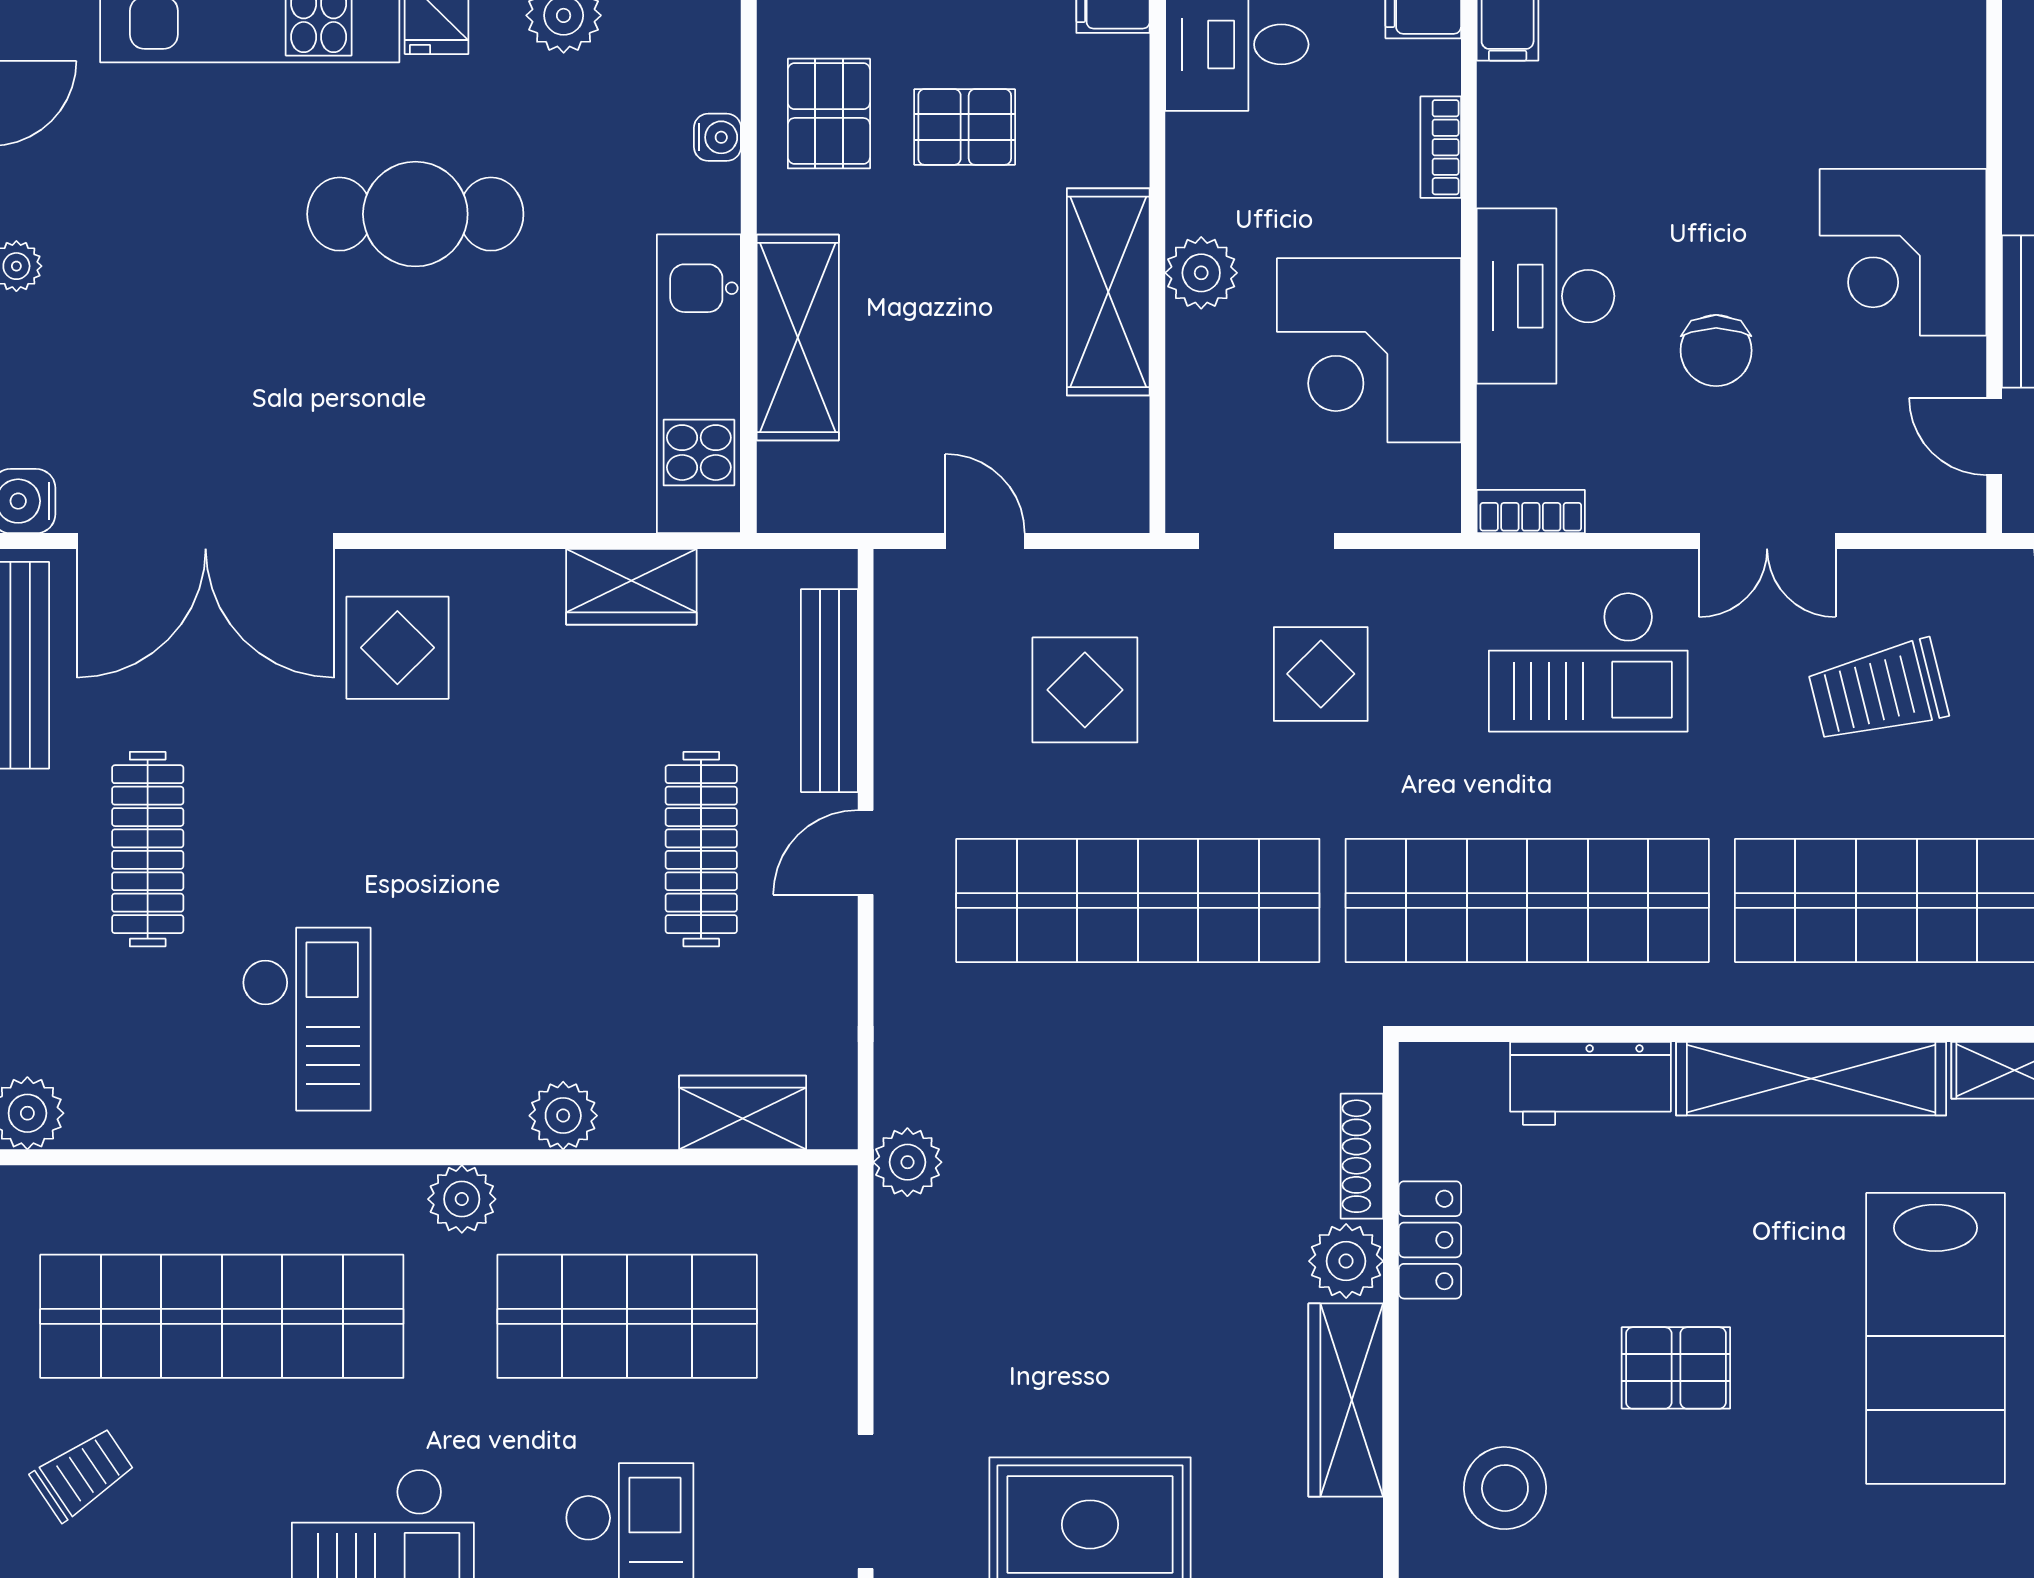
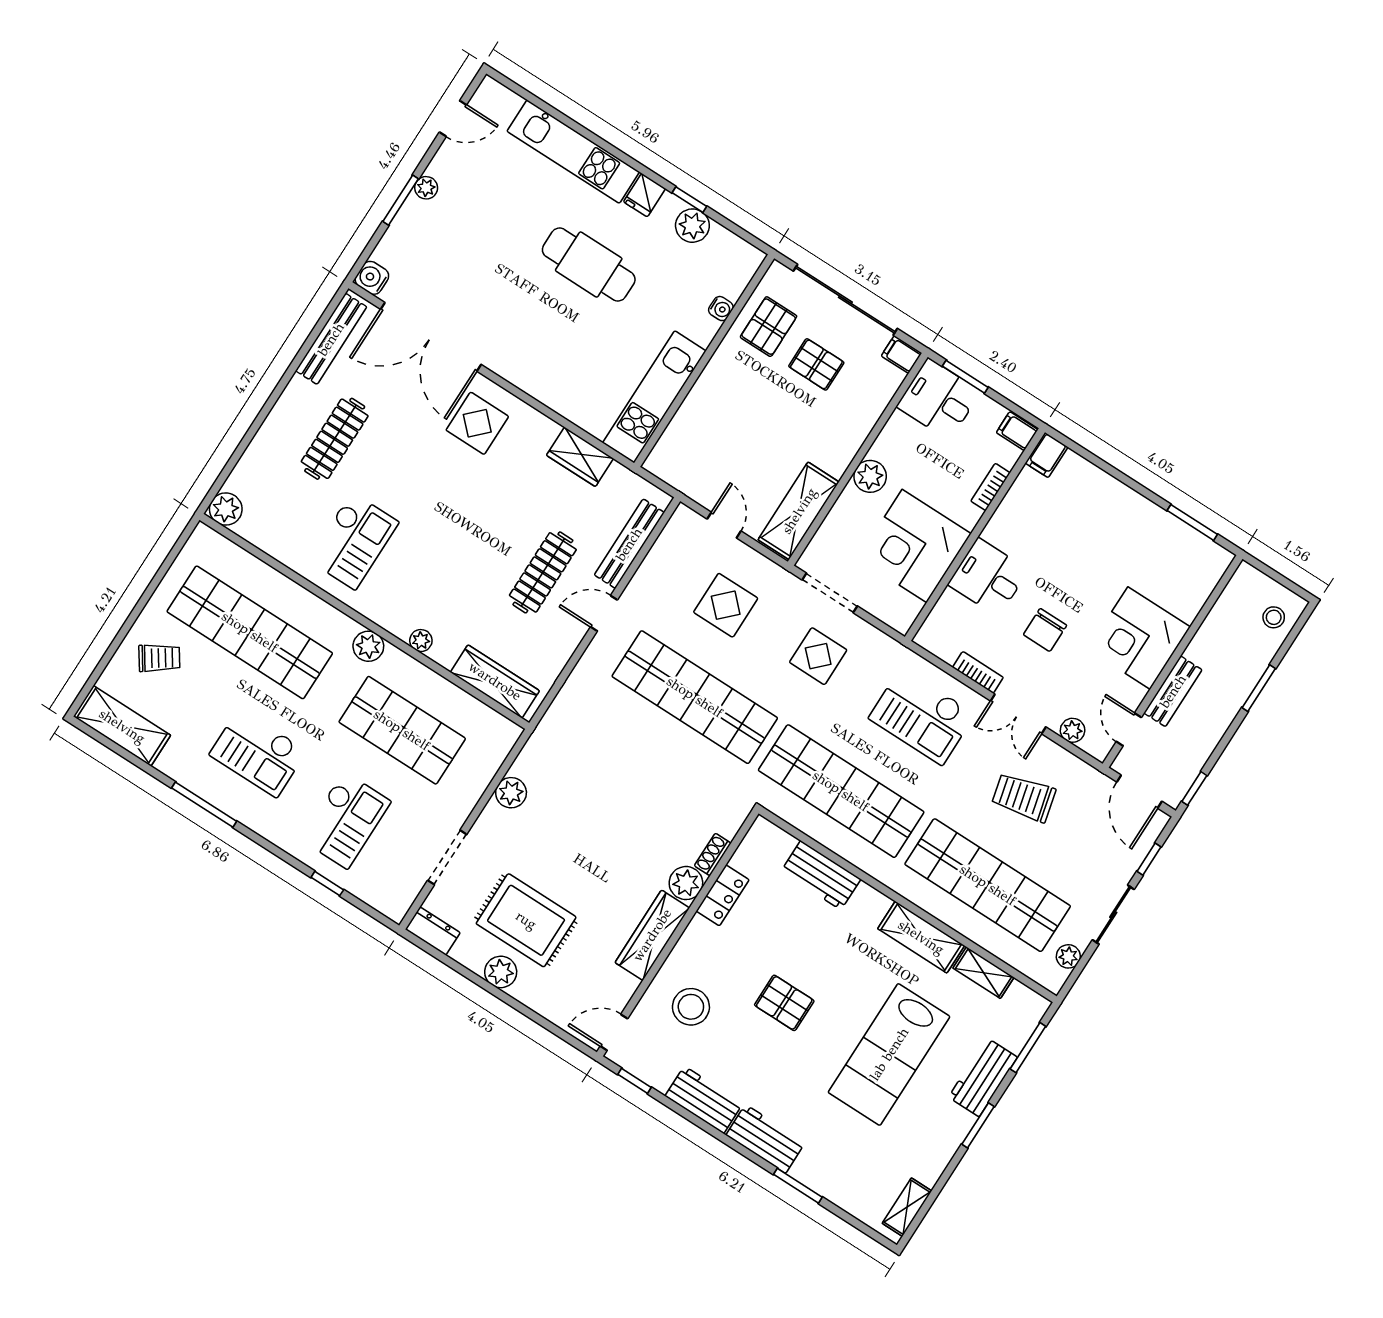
shelving: (1108, 292) -> (799, 511), moved
desk: (1545, 296) -> (988, 577), width x0.73
shelving: (798, 337) -> (703, 403), removed
plant: (1889, 506) -> (1073, 730), added
bookcase: (1531, 512) -> (978, 672), moved
shelving: (1811, 1079) -> (921, 937), width x0.68
wardrobe: (743, 1113) -> (495, 681), width x1.50
plant: (563, 1116) -> (421, 641), width x0.73, depth x0.73
shoe rack: (1362, 1156) -> (713, 854), width x0.70
plant: (907, 1162) -> (511, 793), moved

